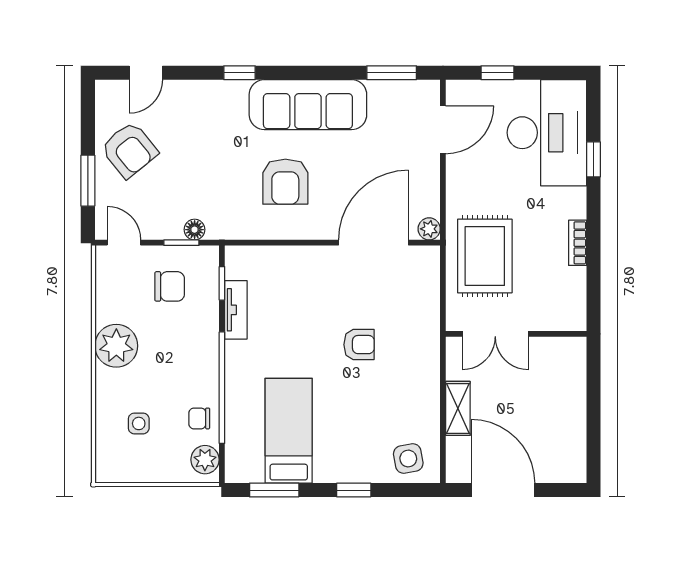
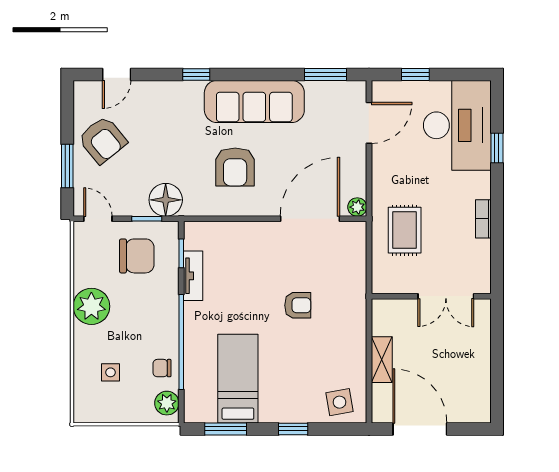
floor lamp: (195, 230) -> (166, 200), width x1.89, depth x1.89
rug: (485, 256) -> (405, 230), width x0.73, depth x0.70
chair: (170, 286) -> (137, 256), width x1.37, depth x1.37
double door: (495, 334) -> (446, 296), moved

